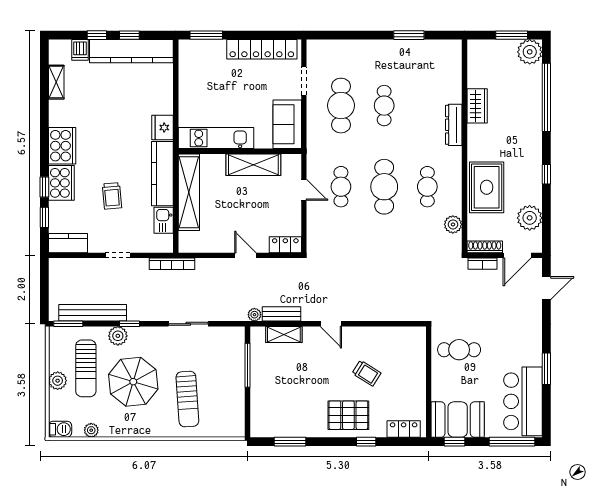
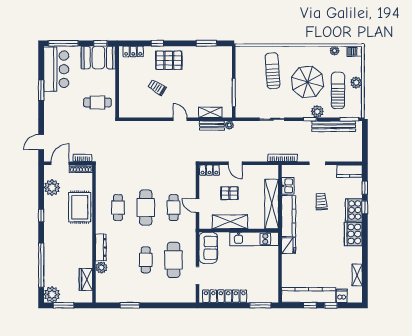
wardrobe: (477, 106) -> (86, 279), moved
pallet: (254, 209) -> (229, 193), added
plant: (453, 224) -> (101, 267), moved

